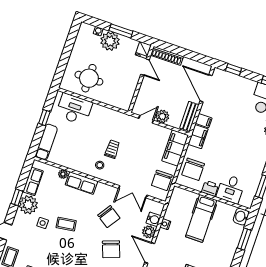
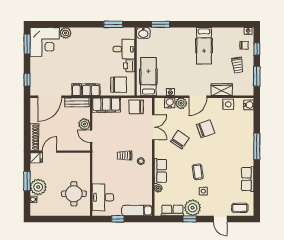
chair: (162, 180) -> (136, 107), turned 180
hospital bed: (201, 218) -> (148, 77), moved, turned -90

